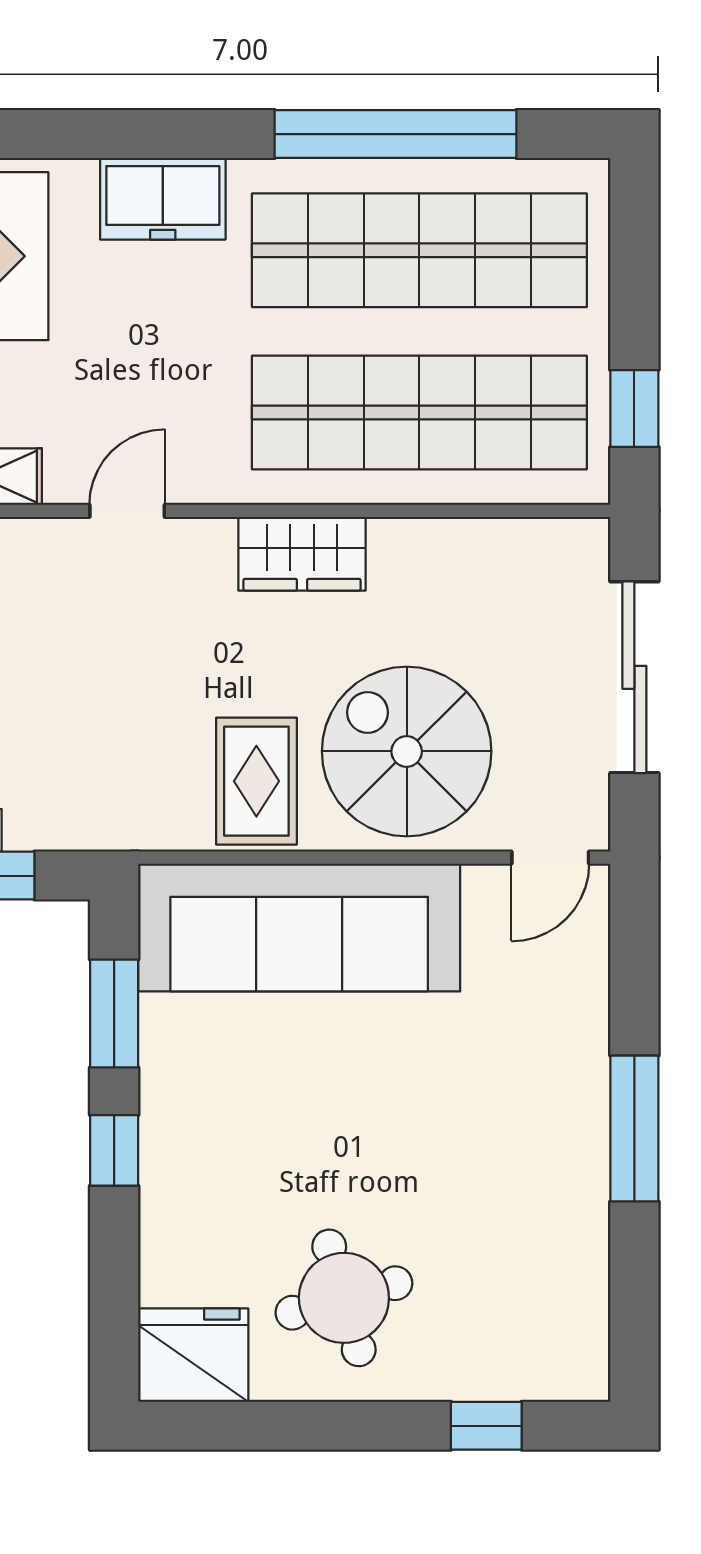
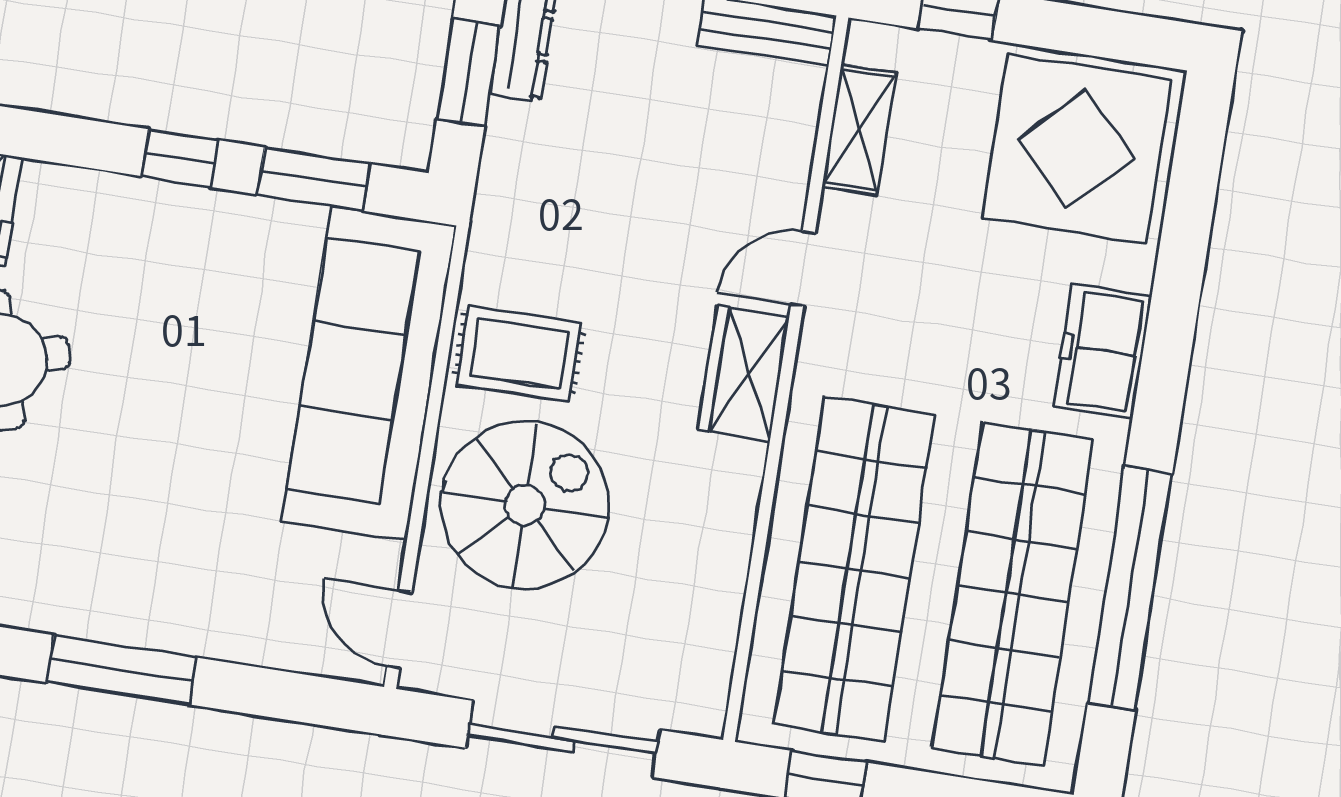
door: (127, 511) -> (803, 269), swing flipped
wardrobe: (302, 554) -> (744, 373), moved

